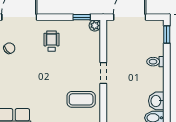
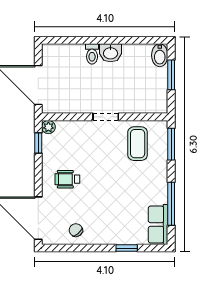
window: (167, 34) -> (59, 40), removed
washbasin: (156, 101) -> (111, 53), moved

